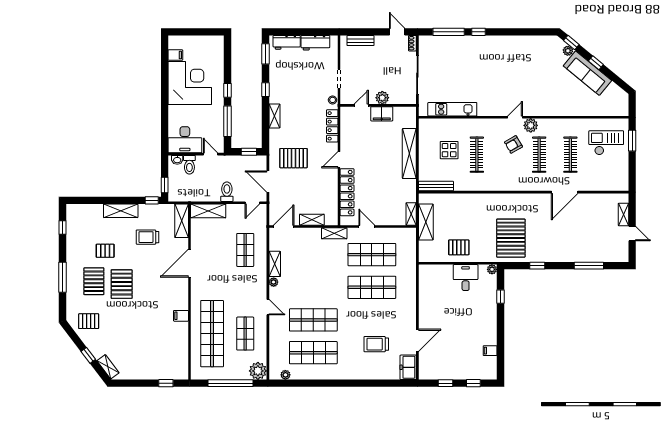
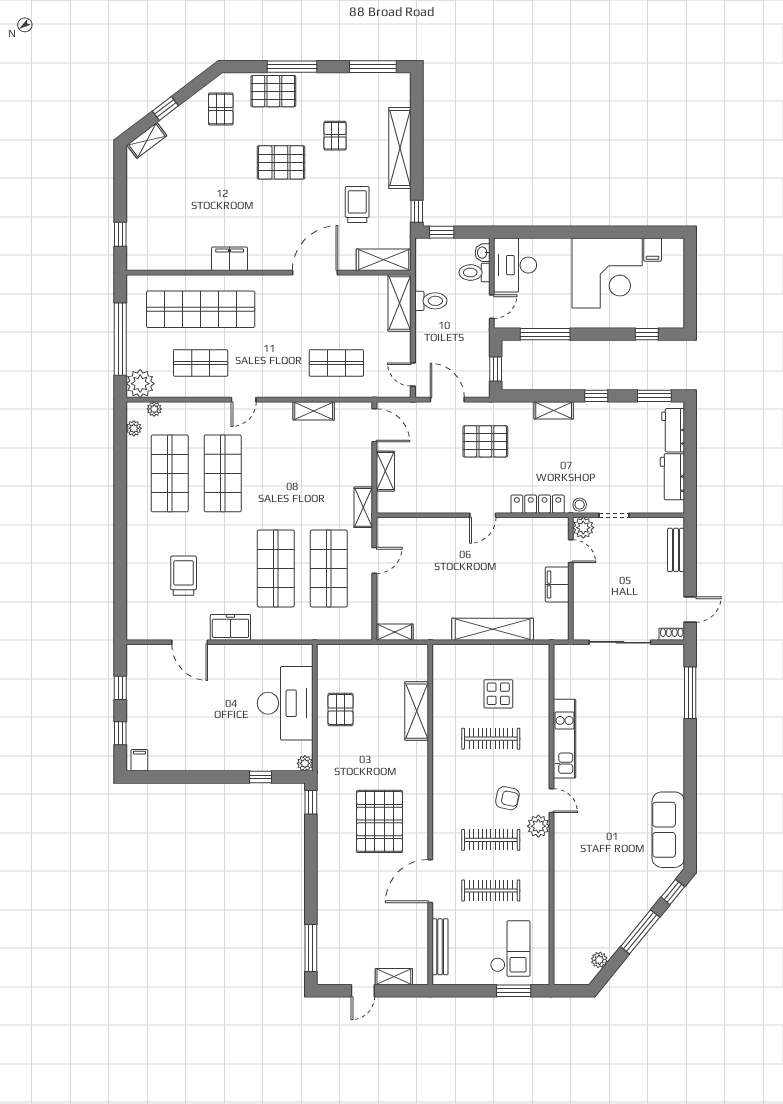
window: (478, 32) -> (690, 741), removed
plant: (568, 51) -> (599, 960), moved
window: (596, 63) -> (640, 932), width x2.17
sofa: (587, 73) -> (668, 830), moved, turned -39
window: (227, 90) -> (647, 334), moved
plant: (382, 98) -> (583, 528), moved
kitchen unit: (452, 109) -> (565, 739), moved
armchair: (513, 144) -> (507, 798), turned 132
pallet: (294, 158) -> (485, 441), turned 90
door: (339, 160) -> (483, 515), swing flipped
door: (268, 182) -> (447, 400), hinge flipped
bench: (436, 186) -> (440, 947), moved
toilet: (227, 192) -> (431, 301), moved
locker: (347, 192) -> (430, 528), removed
door: (565, 192) -> (430, 881), hinge flipped
shelving: (121, 211) -> (400, 148), width x1.47
shelving: (426, 222) -> (417, 711), moved, turned 90
window: (62, 227) -> (373, 67), width x2.17
pallet: (511, 238) -> (380, 821), moved, turned 90
door: (189, 263) -> (315, 273), hinge flipped
window: (537, 266) -> (311, 802), moved
window: (589, 266) -> (311, 948), moved
desk: (466, 278) -> (285, 703), width x1.87, depth x1.30
pallet: (94, 281) -> (273, 91), moved
plant: (274, 282) -> (154, 409), moved
filing cabinet: (181, 316) -> (230, 259), width x2.00
filing cabinet: (490, 351) -> (139, 760), moved
freezer: (408, 367) -> (230, 627), moved

